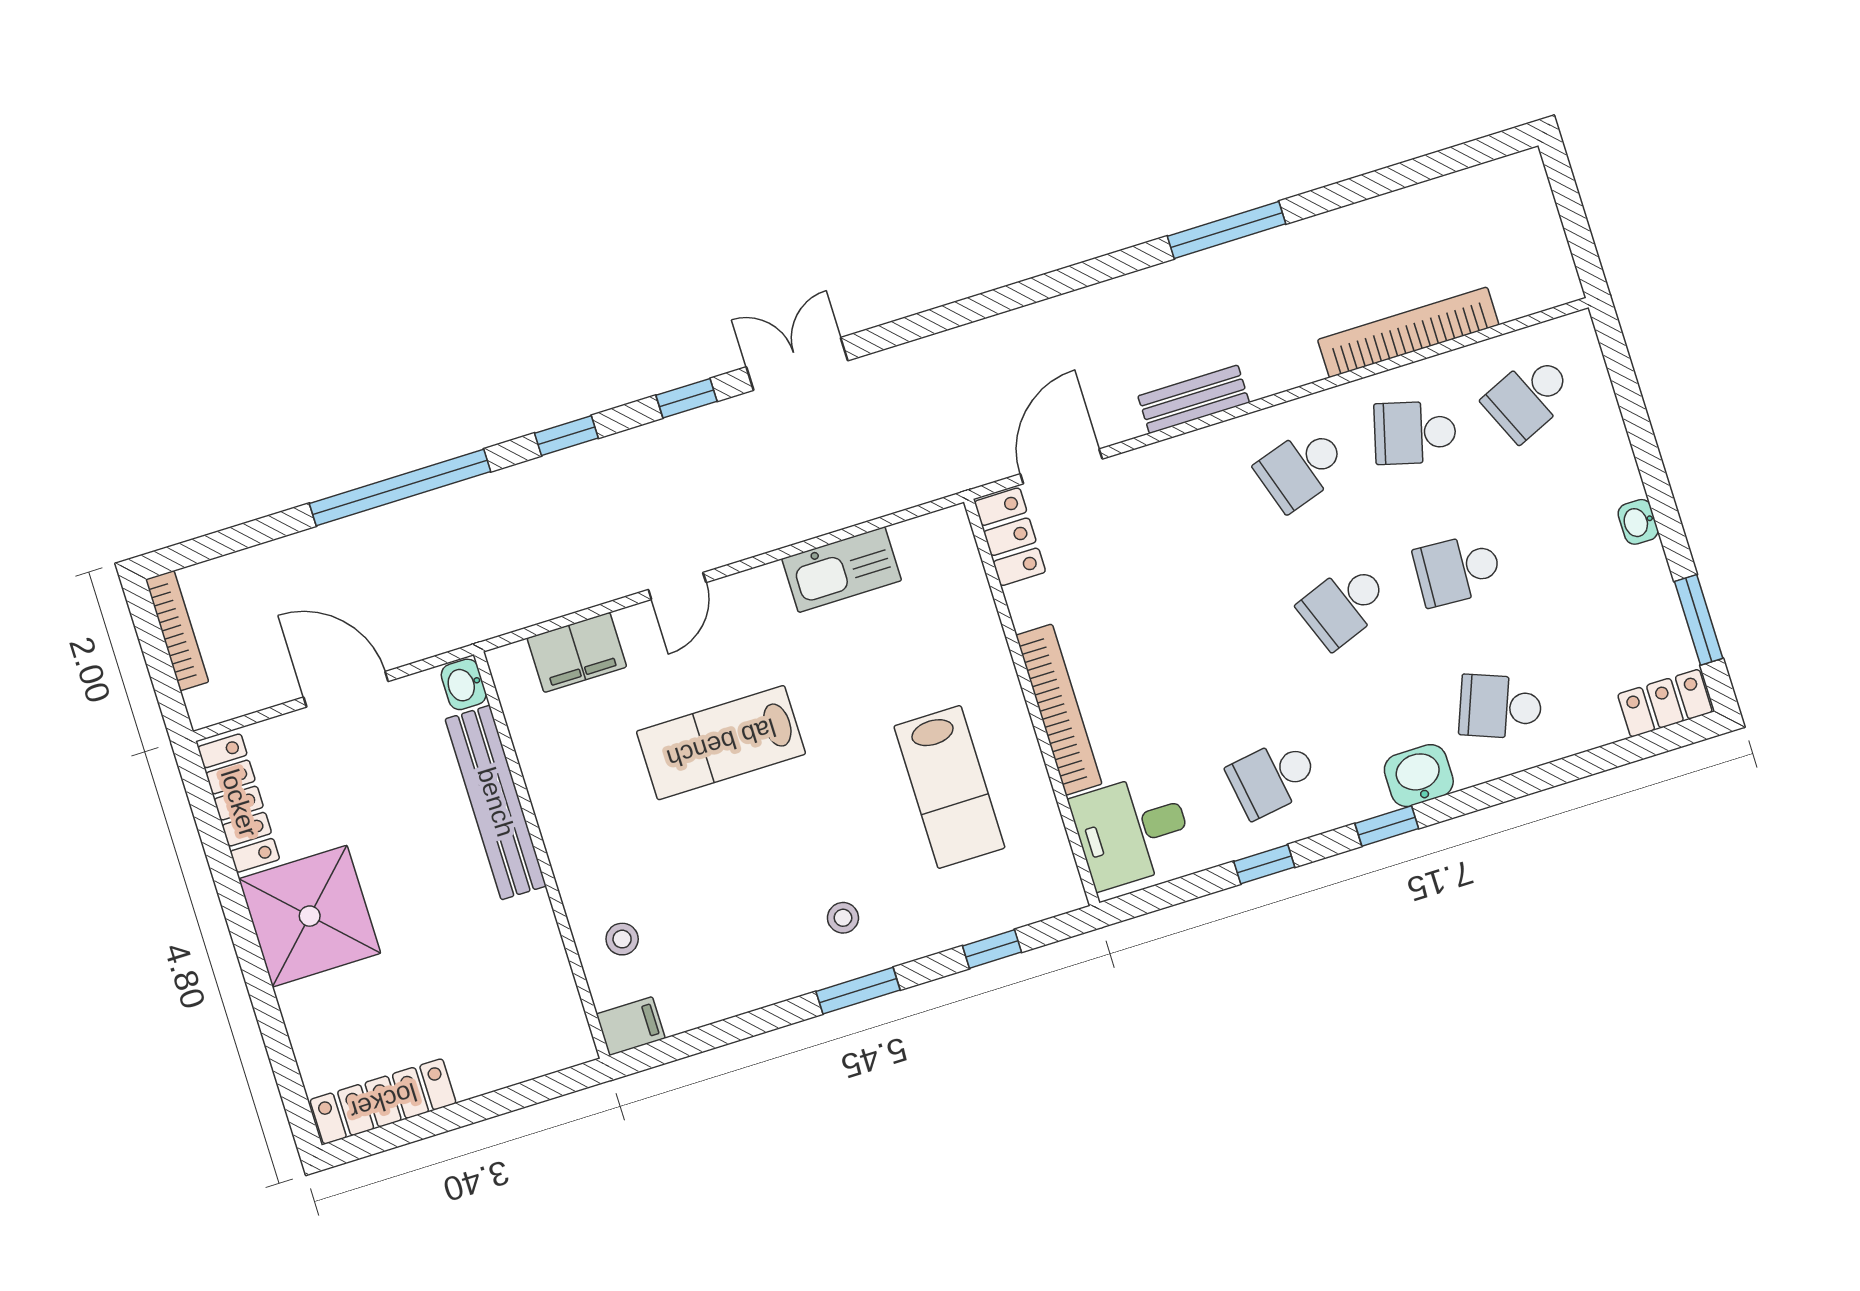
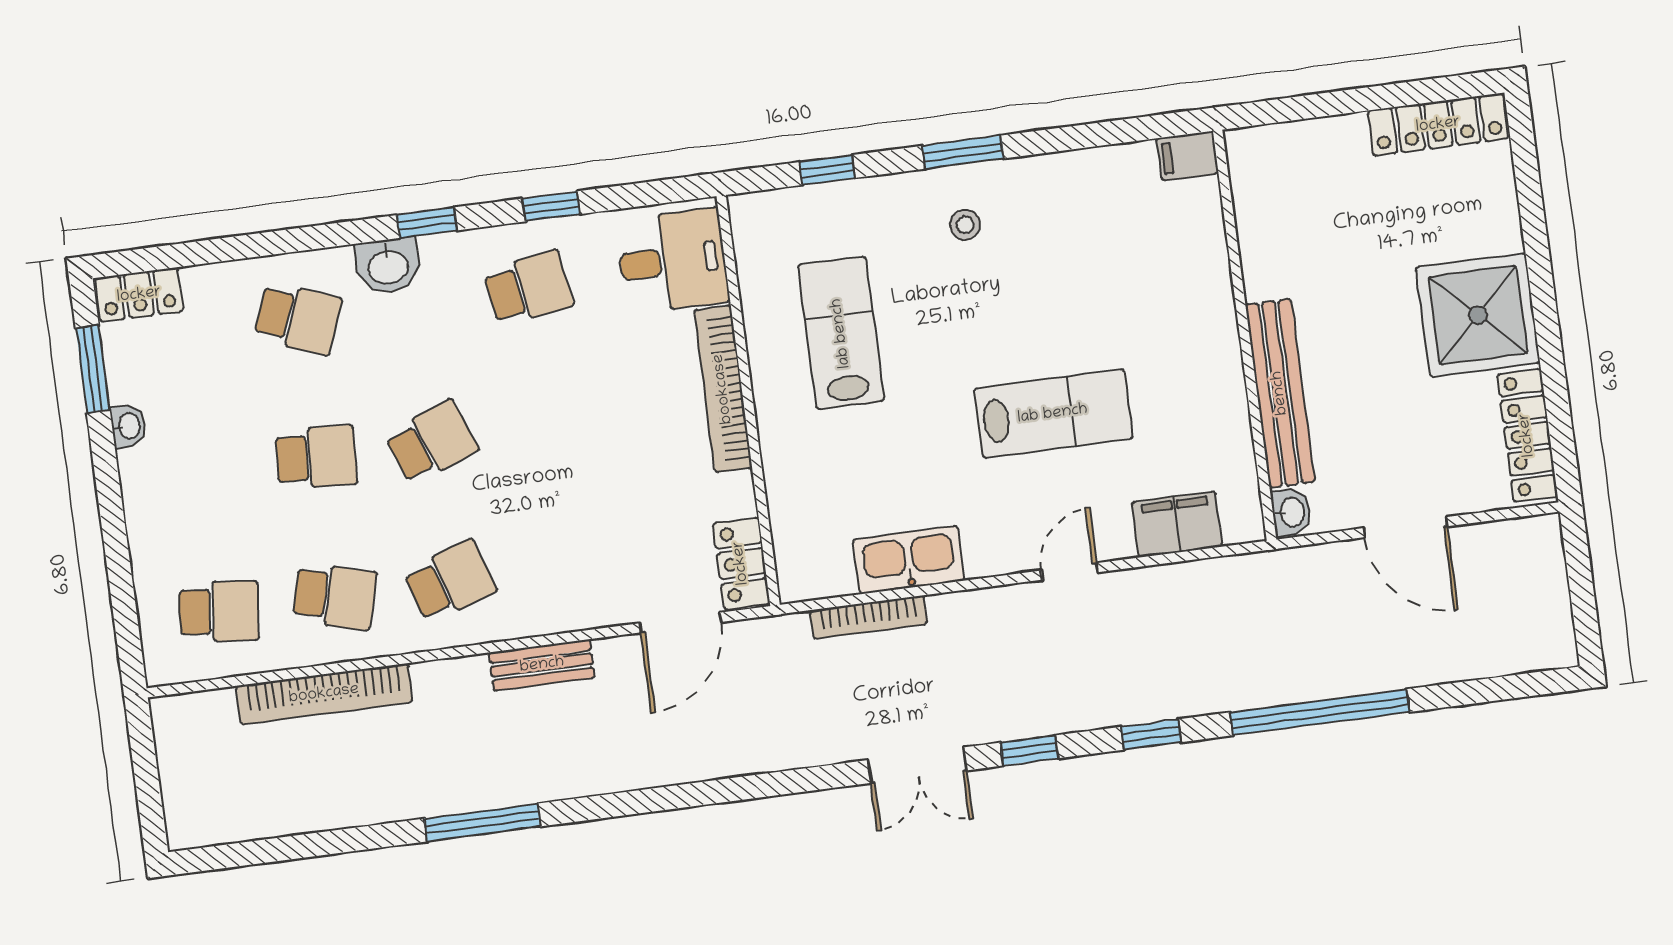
school desk: (1529, 397) -> (219, 611), turned 30
washbasin: (1638, 522) -> (128, 426), moved
bookcase: (177, 631) -> (869, 617), moved, turned -90
stool: (622, 939) -> (1181, 241), removed

